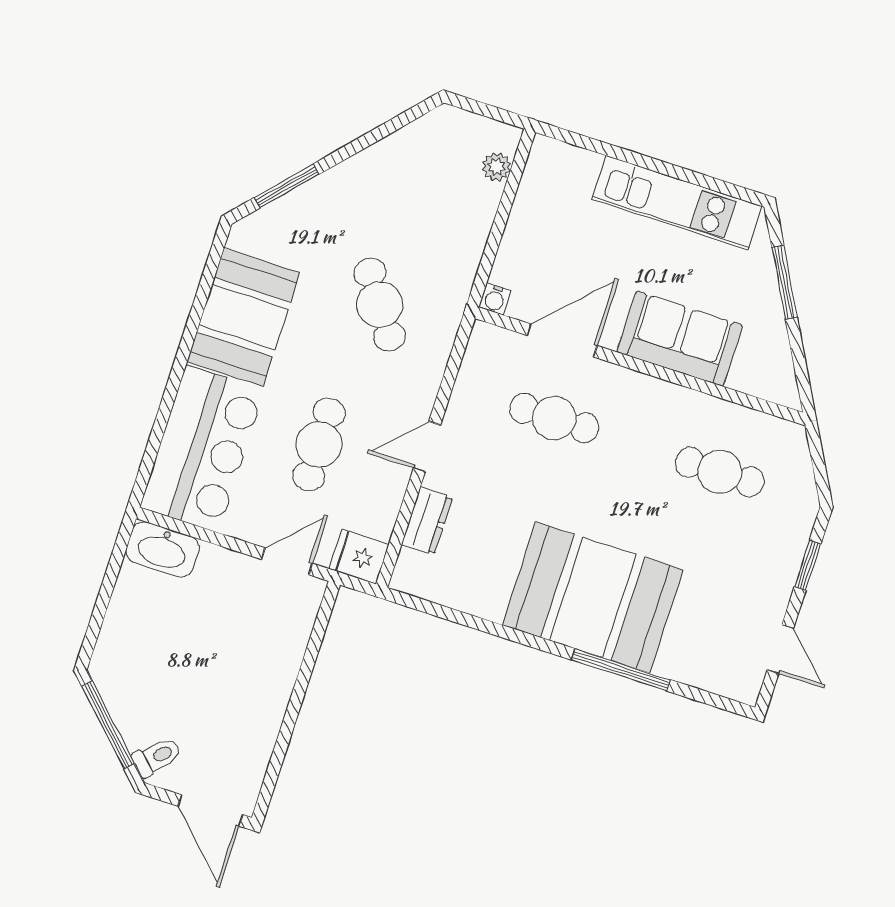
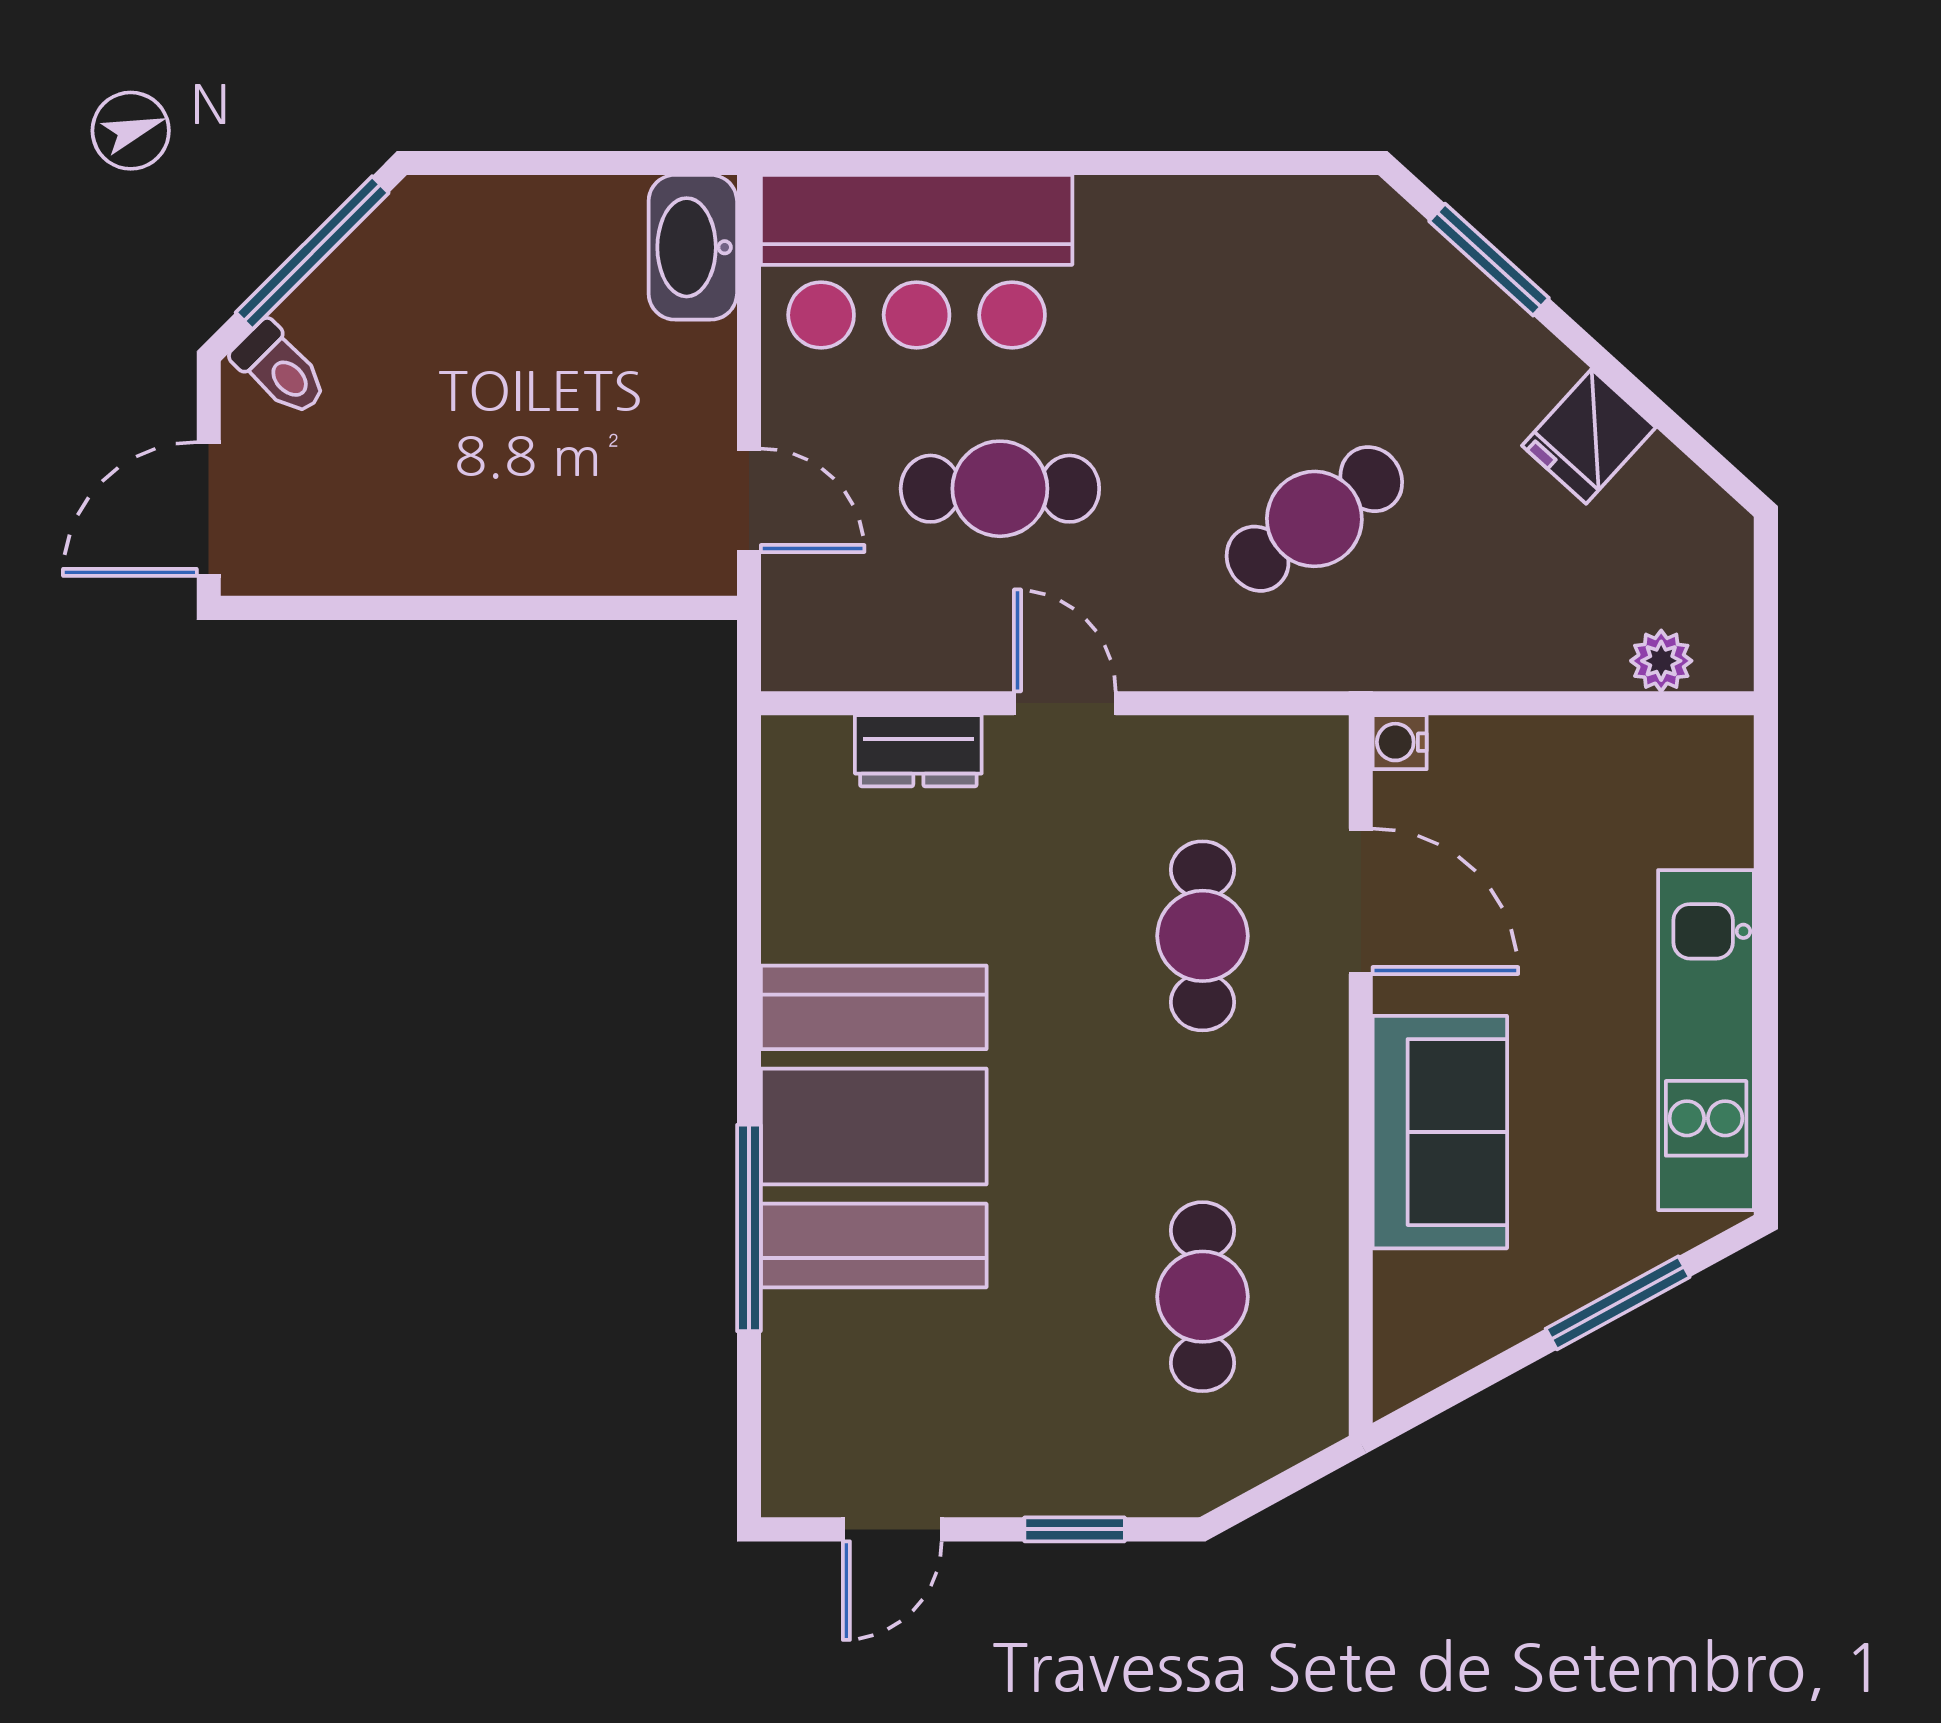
booth: (243, 317) -> (1203, 258), removed
fridge: (359, 557) -> (1589, 436), moved, turned -138

